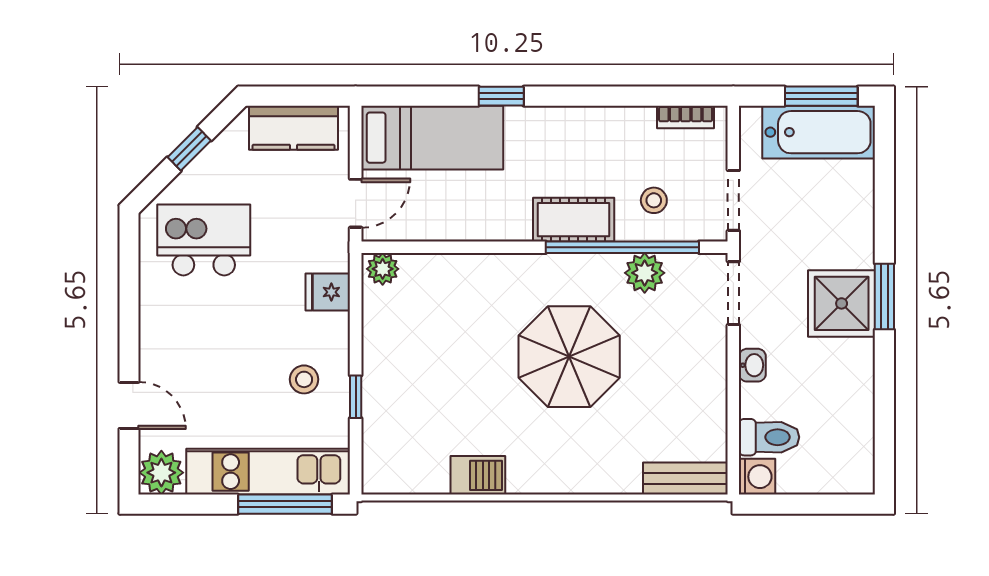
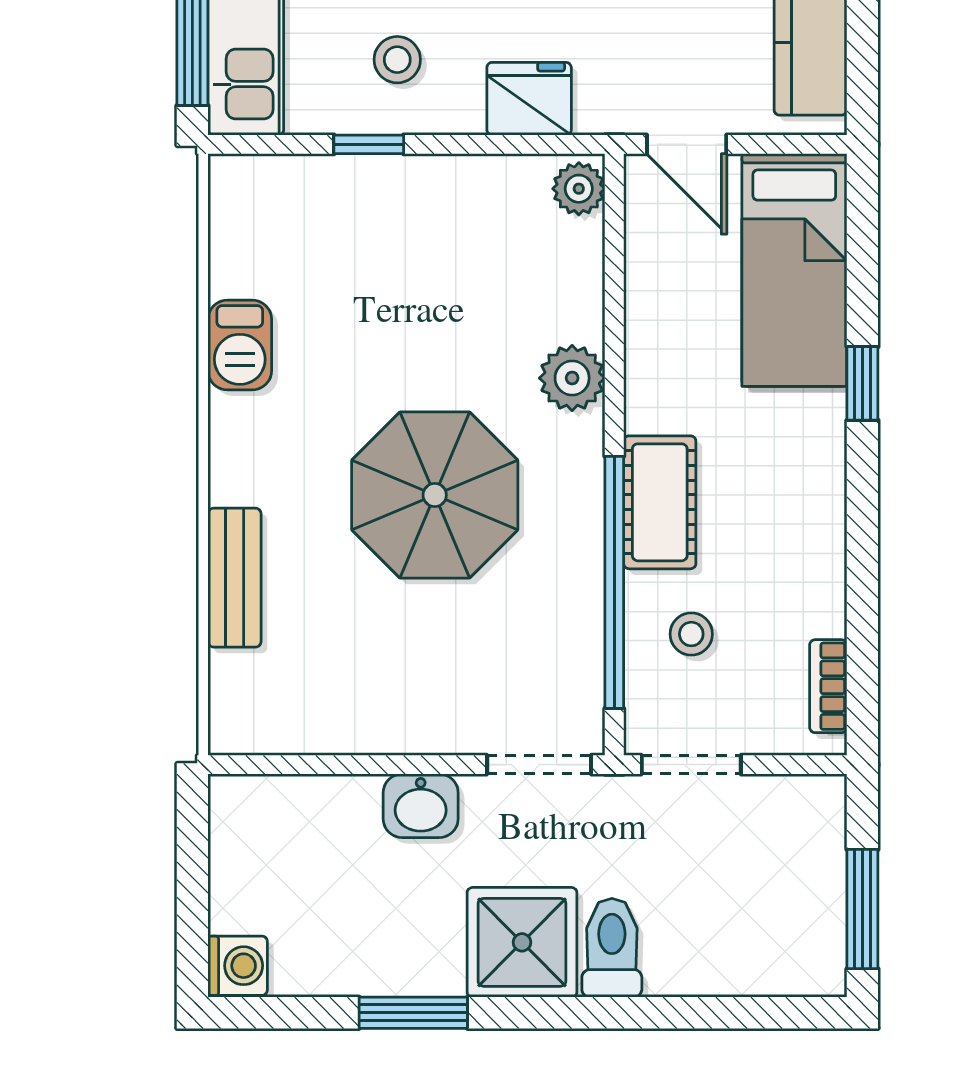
bathtub: (819, 132) -> (803, 905), removed
plant: (645, 273) -> (572, 378), moved
fridge: (328, 292) -> (529, 99), width x1.38
window: (884, 297) -> (413, 1013), moved
washbasin: (752, 365) -> (421, 806), width x1.38, depth x1.45
toilet: (769, 437) -> (612, 948), moved, turned 180
washing machine: (757, 477) -> (238, 966), moved, turned -90
bench: (685, 479) -> (235, 578), moved

